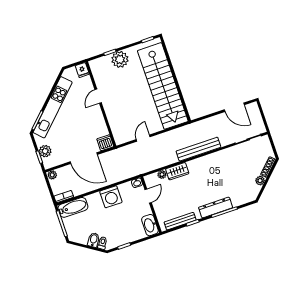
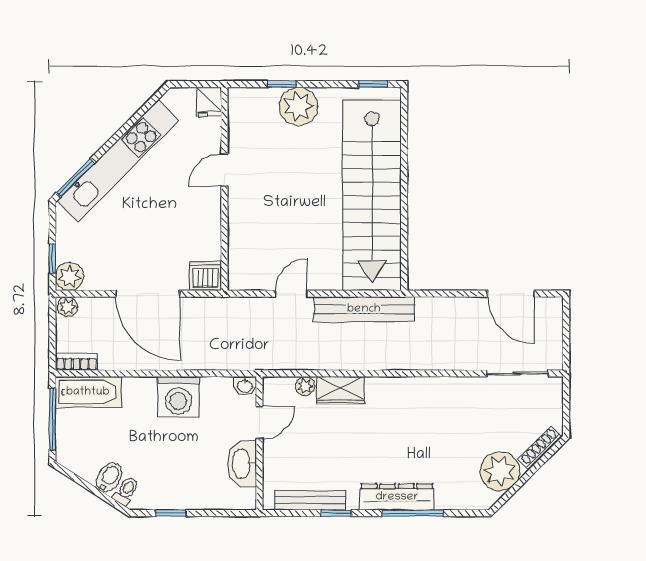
bench: (198, 149) -> (364, 309), moved
plant: (45, 151) -> (69, 276), moved
plant: (260, 181) -> (500, 471), width x1.88, depth x1.88
washbasin: (150, 225) -> (242, 464), moved

